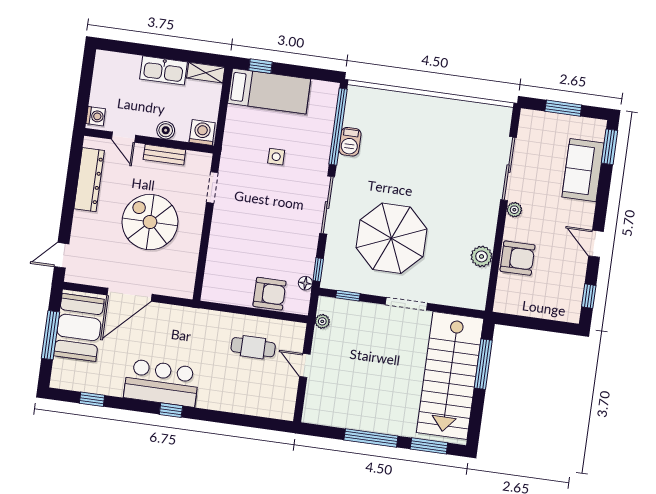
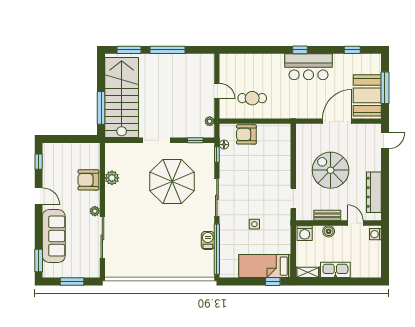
sofa: (583, 170) -> (54, 236), width x1.36
spiral stairs: (150, 222) -> (331, 170), turned 180

